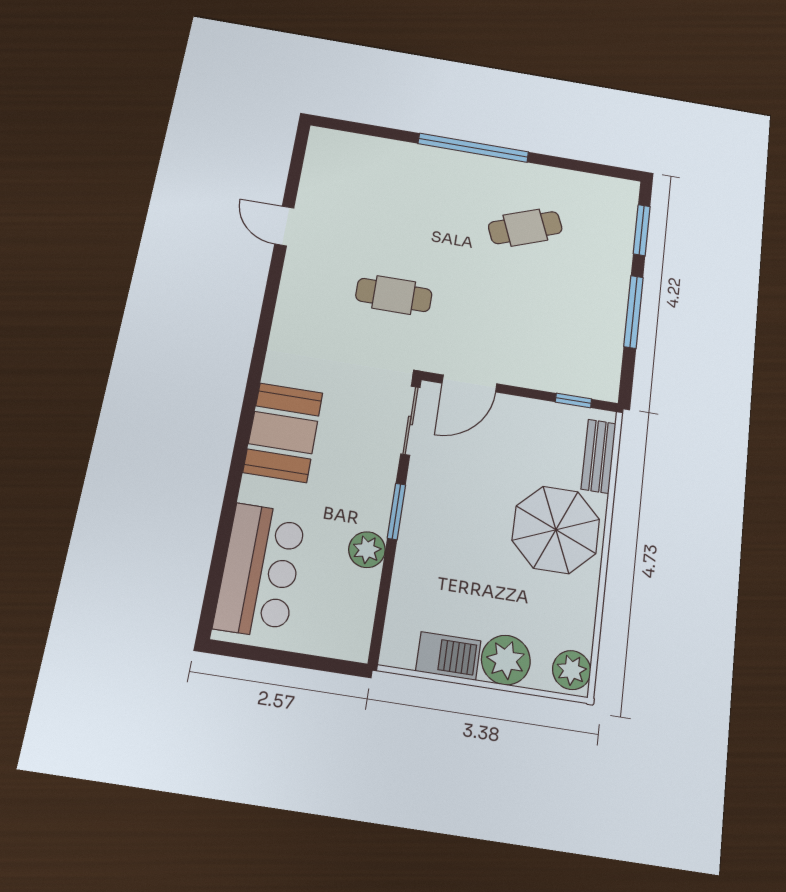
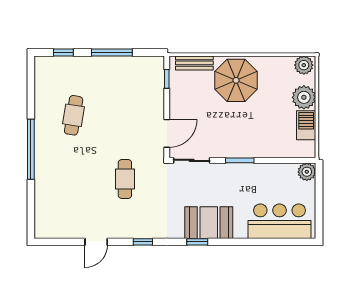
cafe table: (525, 228) -> (74, 115), turned 30
window: (642, 230) -> (63, 53), width x0.67
window: (268, 307) -> (143, 242), added
door: (469, 383) -> (167, 133), hinge flipped
window: (249, 405) -> (197, 242), added
plant: (367, 550) -> (307, 172), moved

